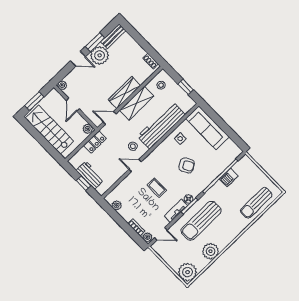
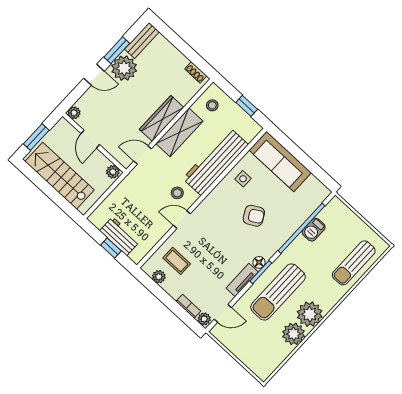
locker: (95, 142) -> (124, 190), removed
coffee table: (157, 188) -> (177, 261), moved
plant: (188, 272) -> (310, 314), moved

